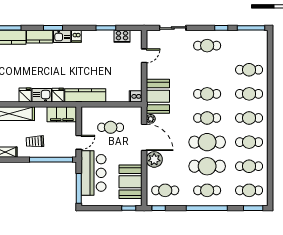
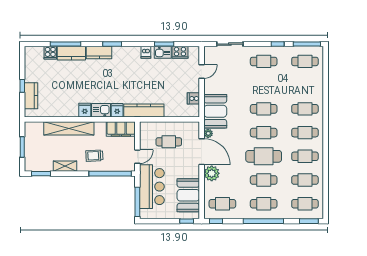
kitchen sink: (62, 36) -> (163, 52), moved
dishwasher: (76, 36) -> (146, 52), moved
cafe table: (249, 70) -> (305, 61), moved
cooker: (136, 96) -> (193, 98), moved
cafe table: (207, 166) -> (264, 180), width x0.73, depth x0.74

